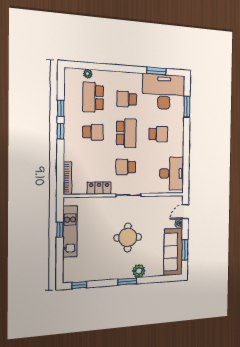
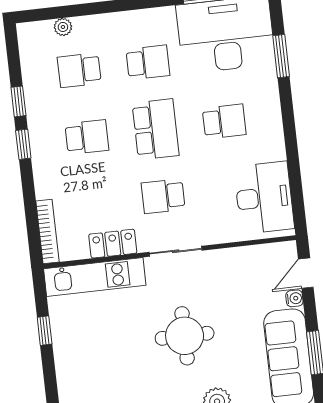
school desk: (93, 97) -> (79, 70), width x0.54
school desk: (127, 99) -> (148, 62), turned 180
kitchen unit: (70, 231) -> (95, 277), moved, turned 90

